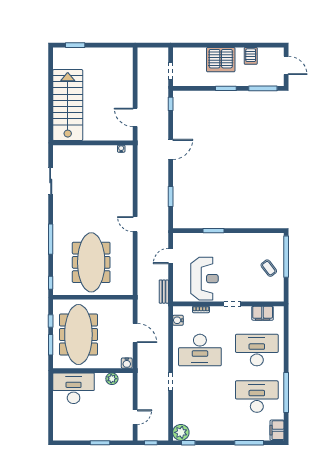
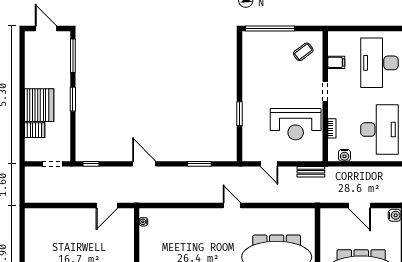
server rack: (251, 56) -> (35, 130), moved
door: (286, 65) -> (46, 29), hinge flipped
door: (135, 224) -> (232, 206), swing flipped
coffee table: (269, 268) -> (303, 52), moved
reception desk: (204, 279) -> (296, 124), turned 180
filing cabinet: (263, 313) -> (336, 62), width x0.50
door: (135, 333) -> (359, 206), swing flipped

